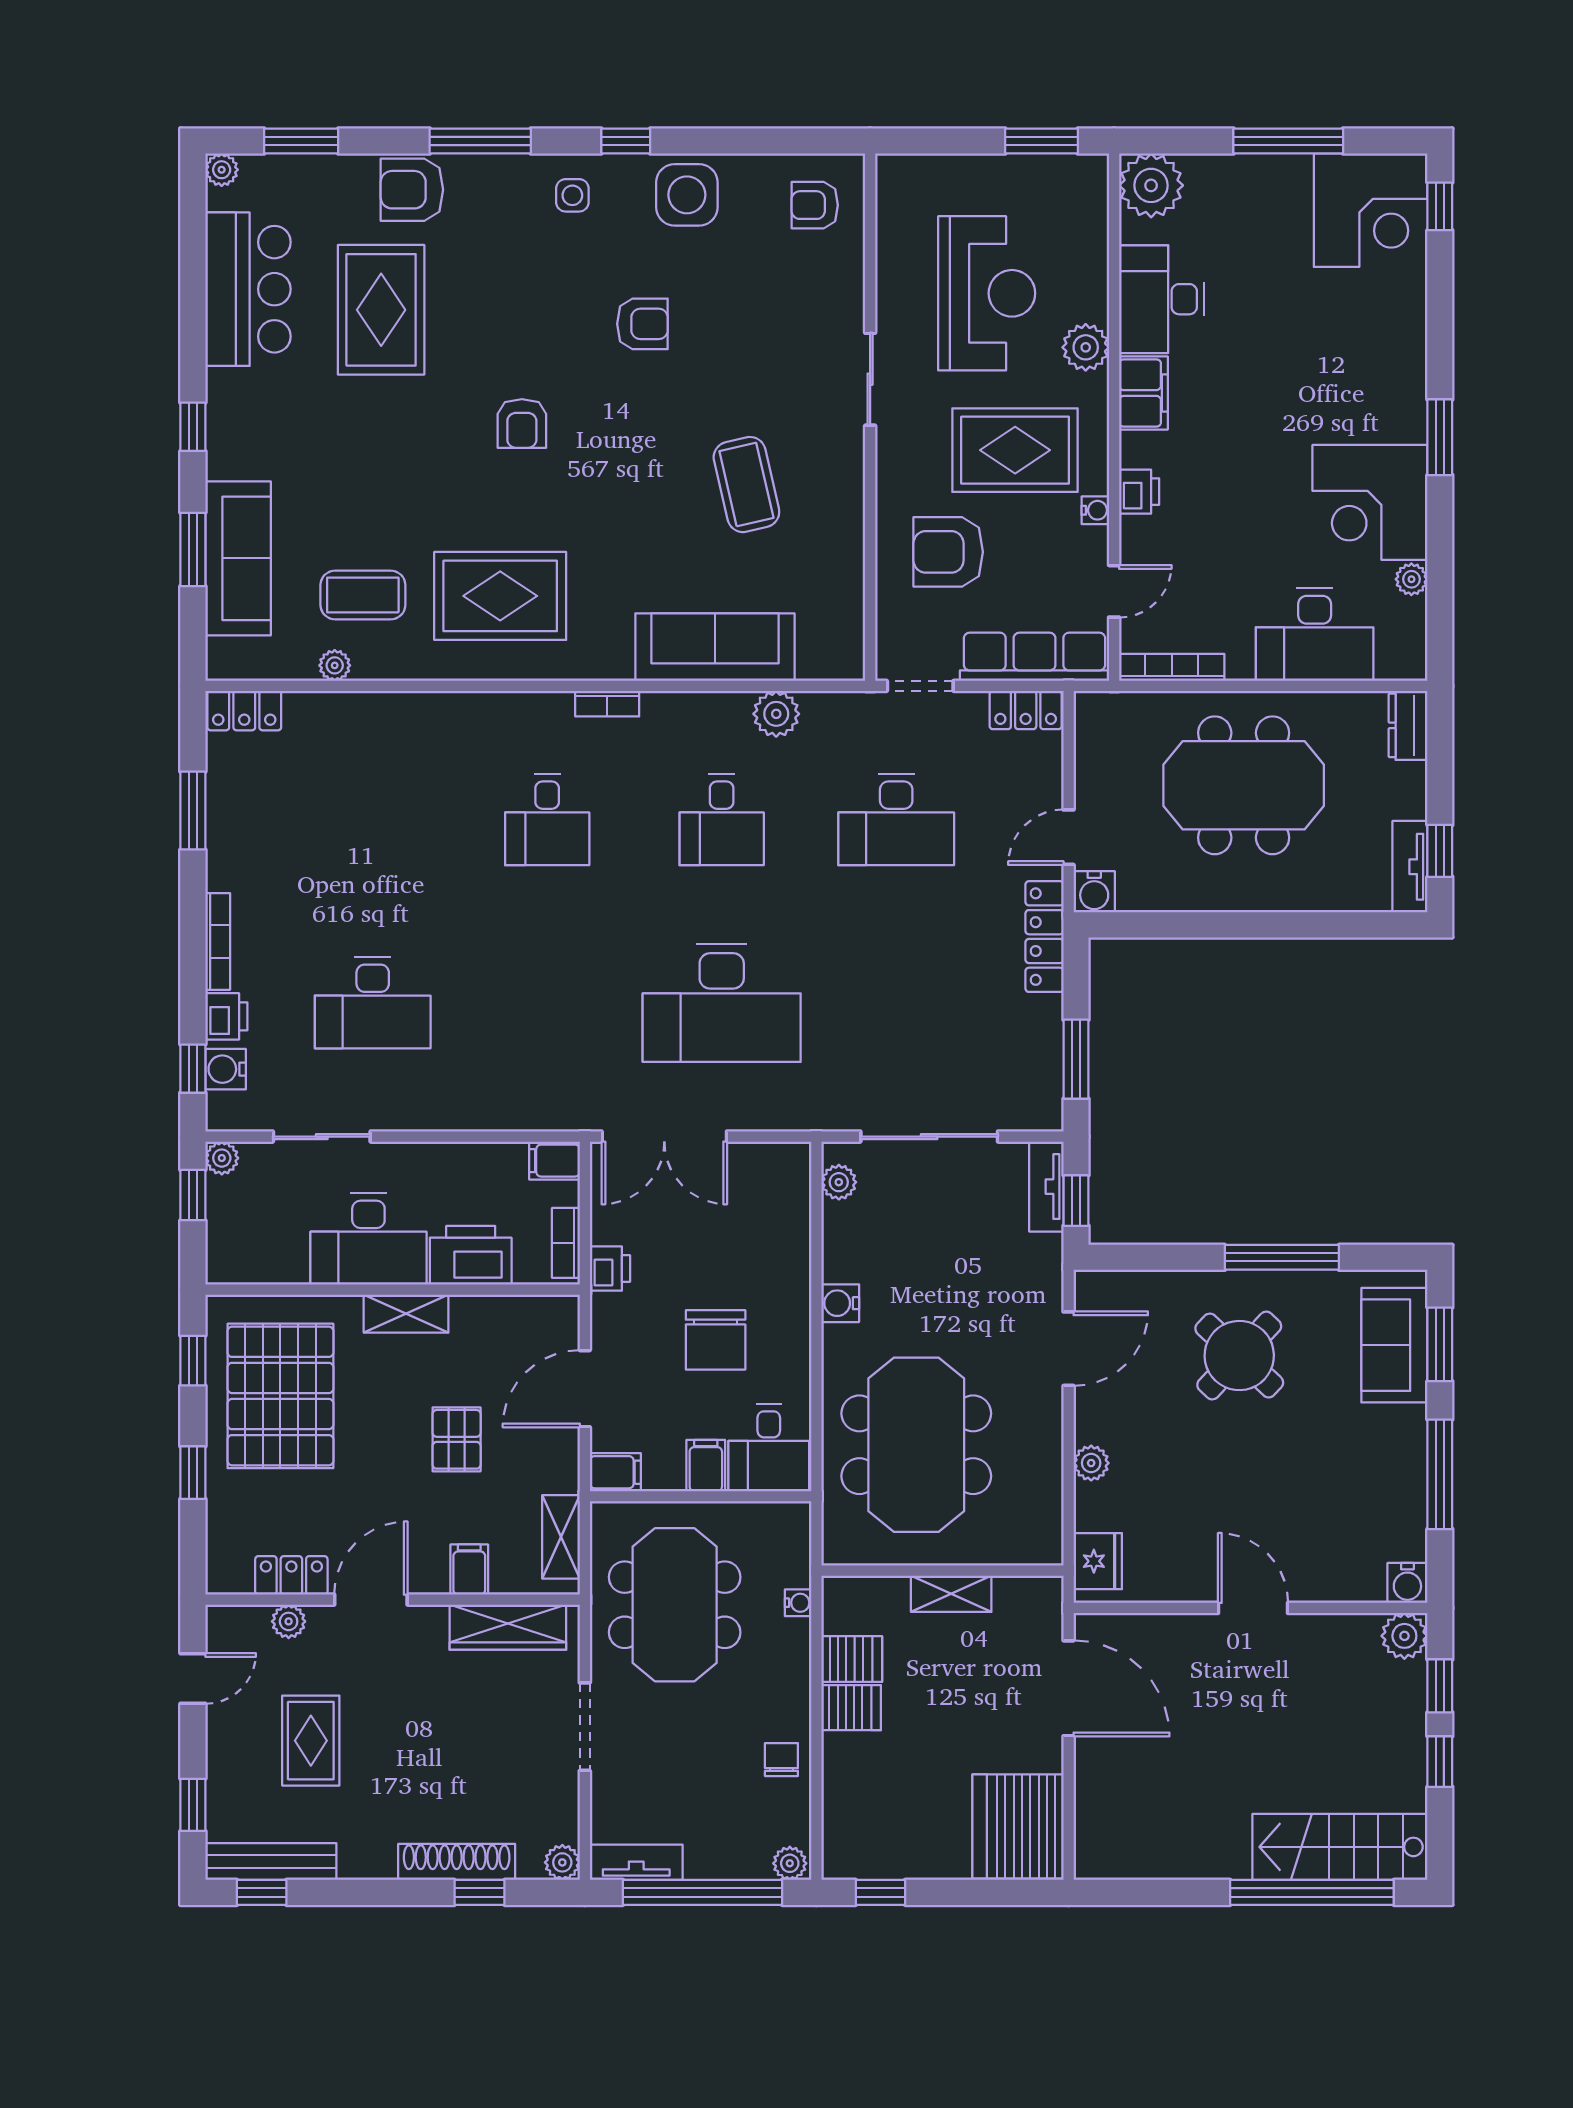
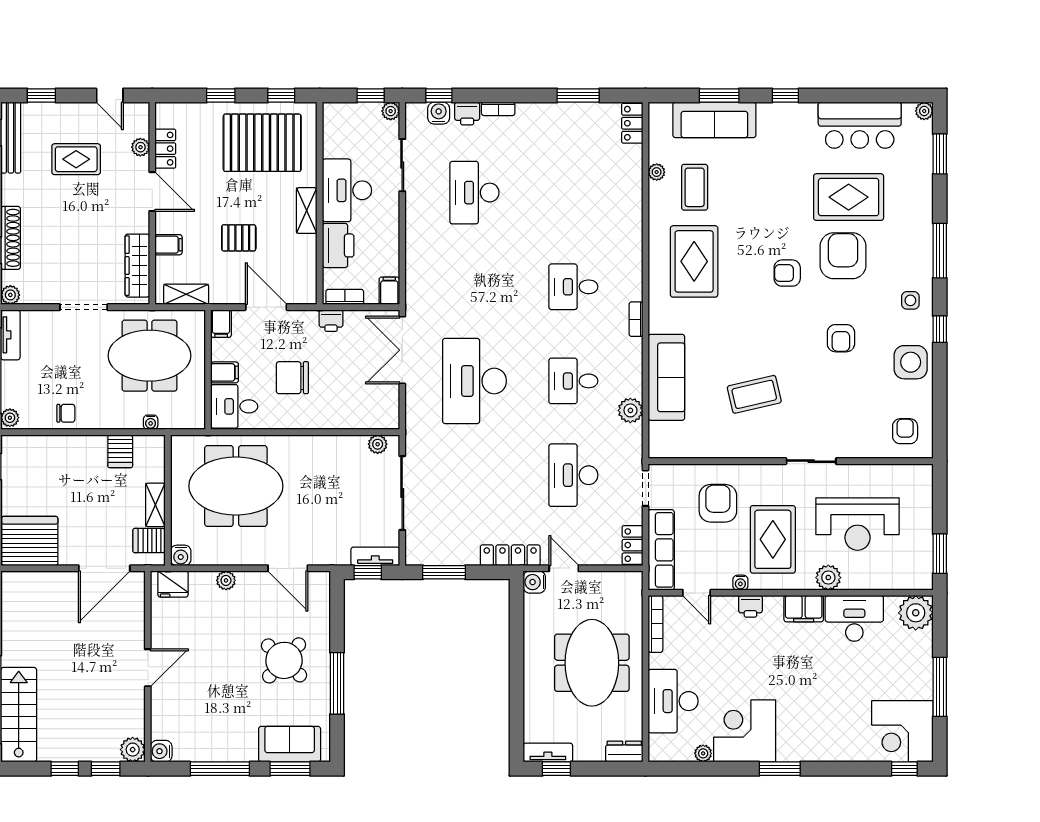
armchair: (412, 190) -> (843, 256), moved, width x1.36, depth x1.36
bookcase: (218, 941) -> (498, 109), width x0.64
water cooler: (840, 1303) -> (181, 555), moved, turned 180
server rack: (851, 1708) -> (149, 541), moved, turned 90

